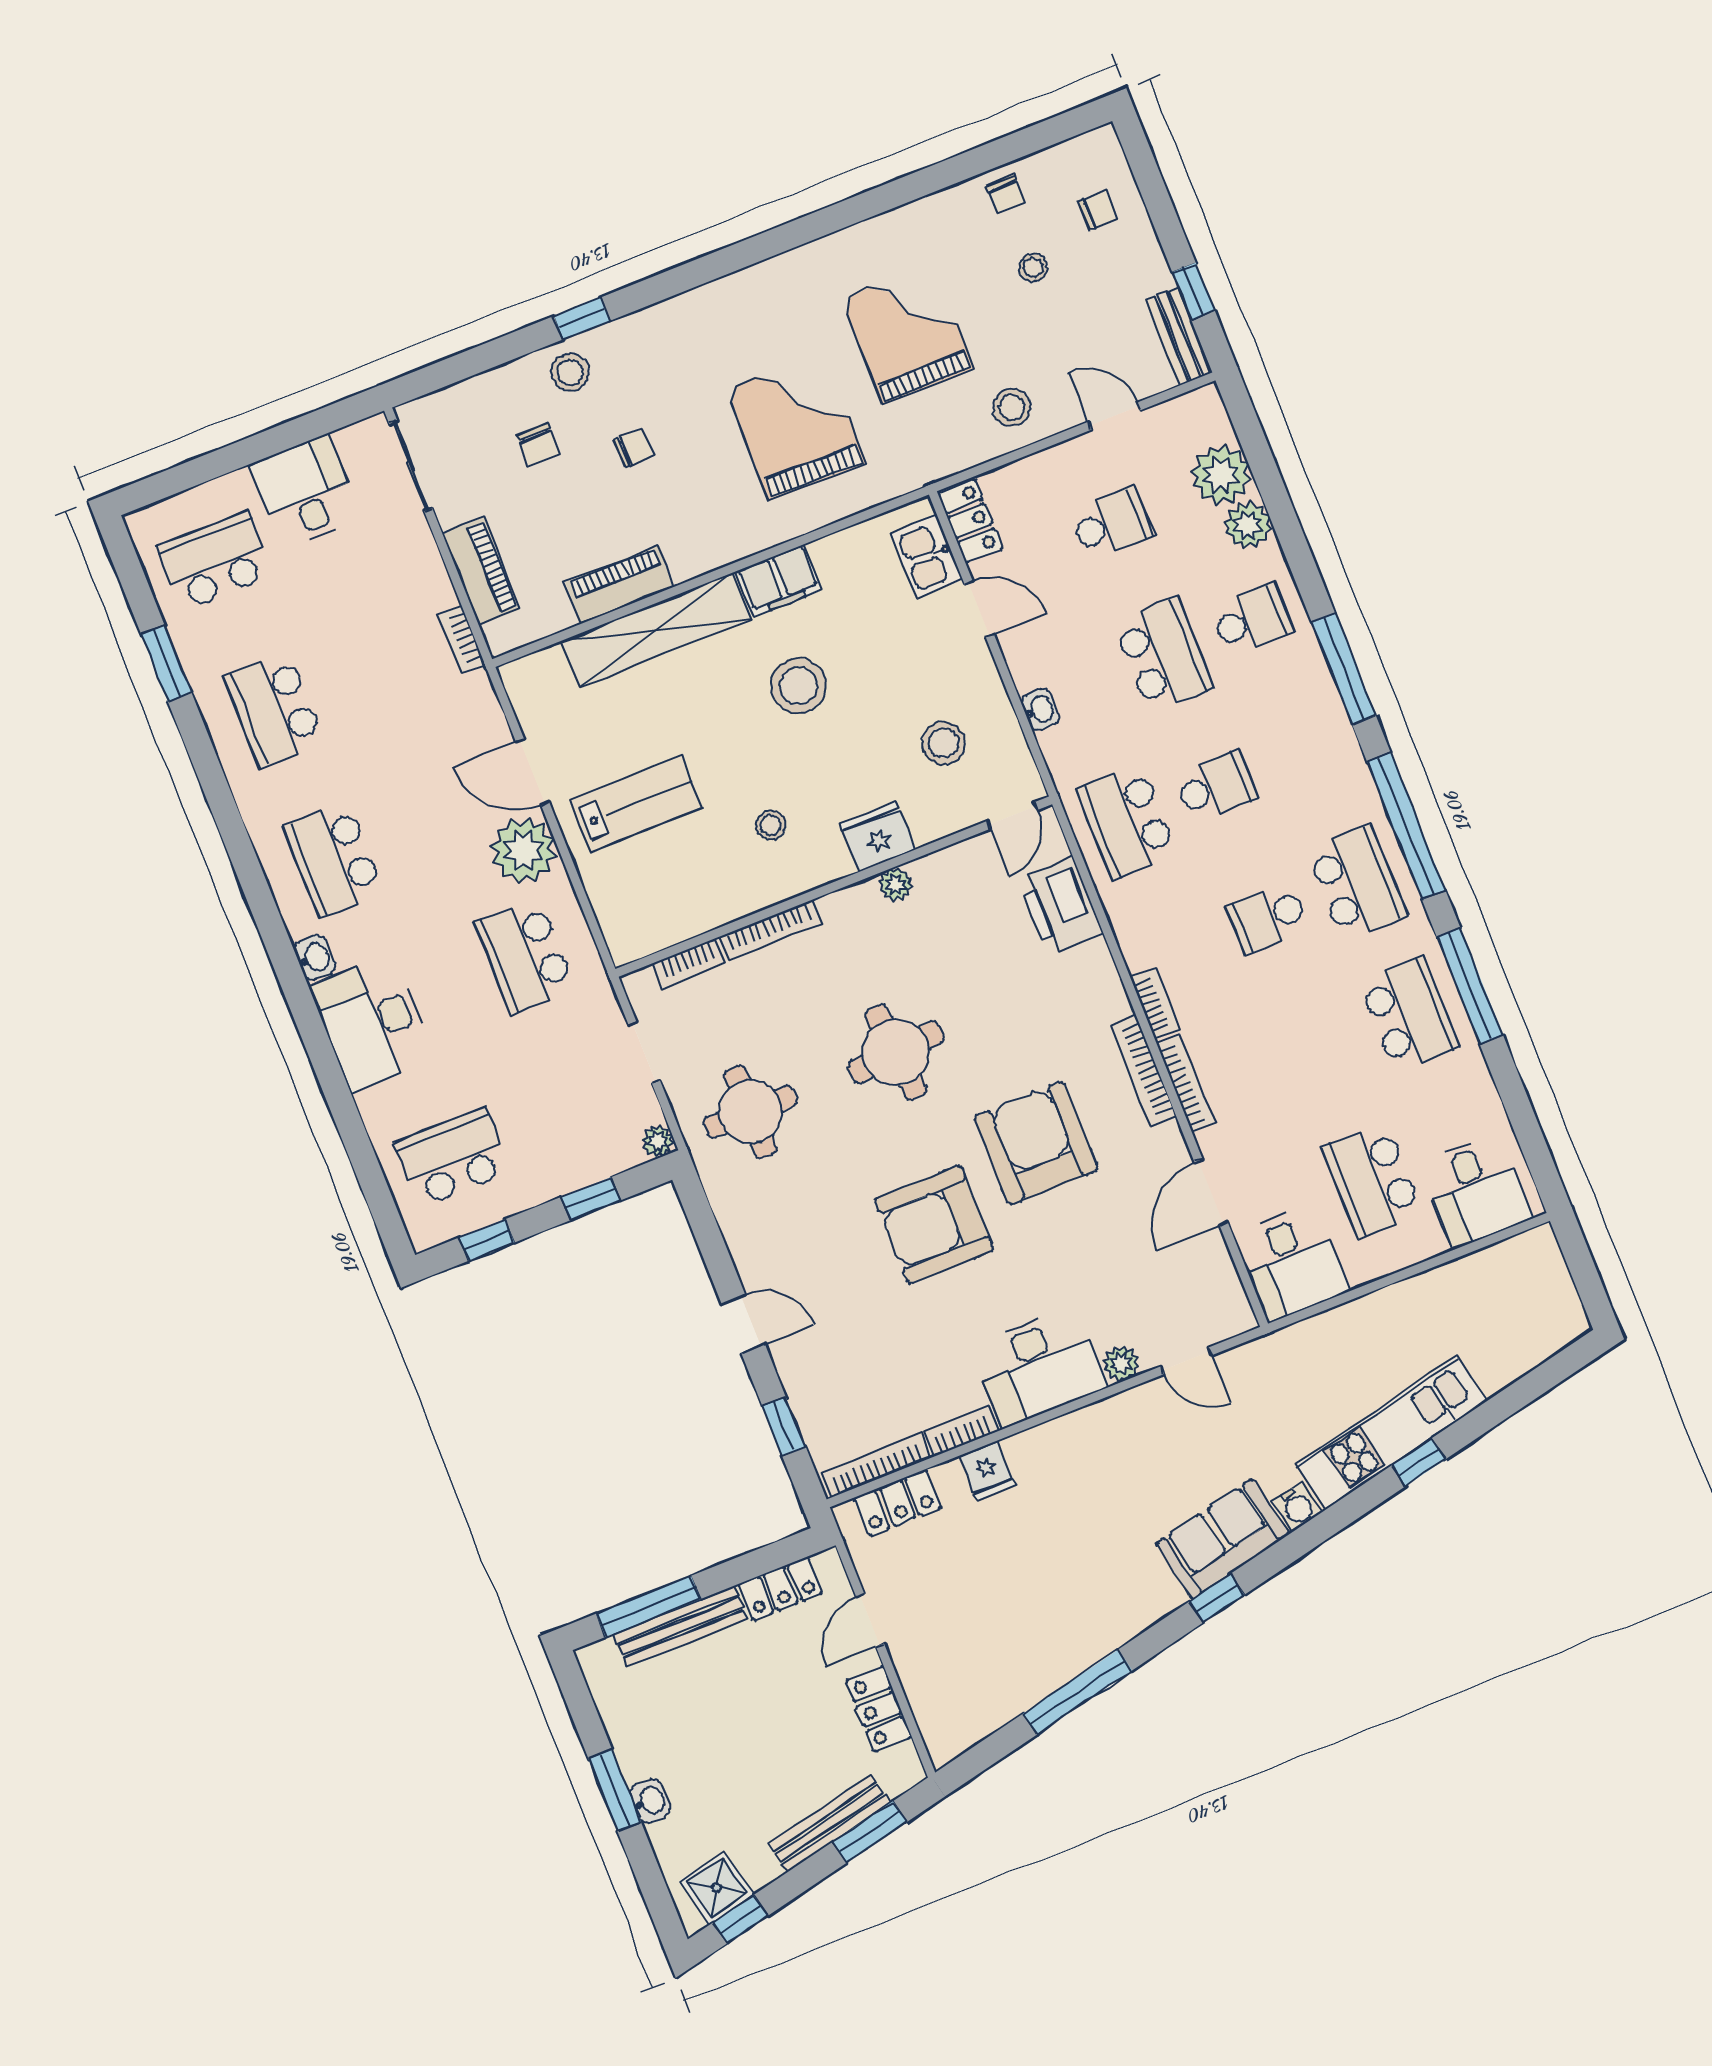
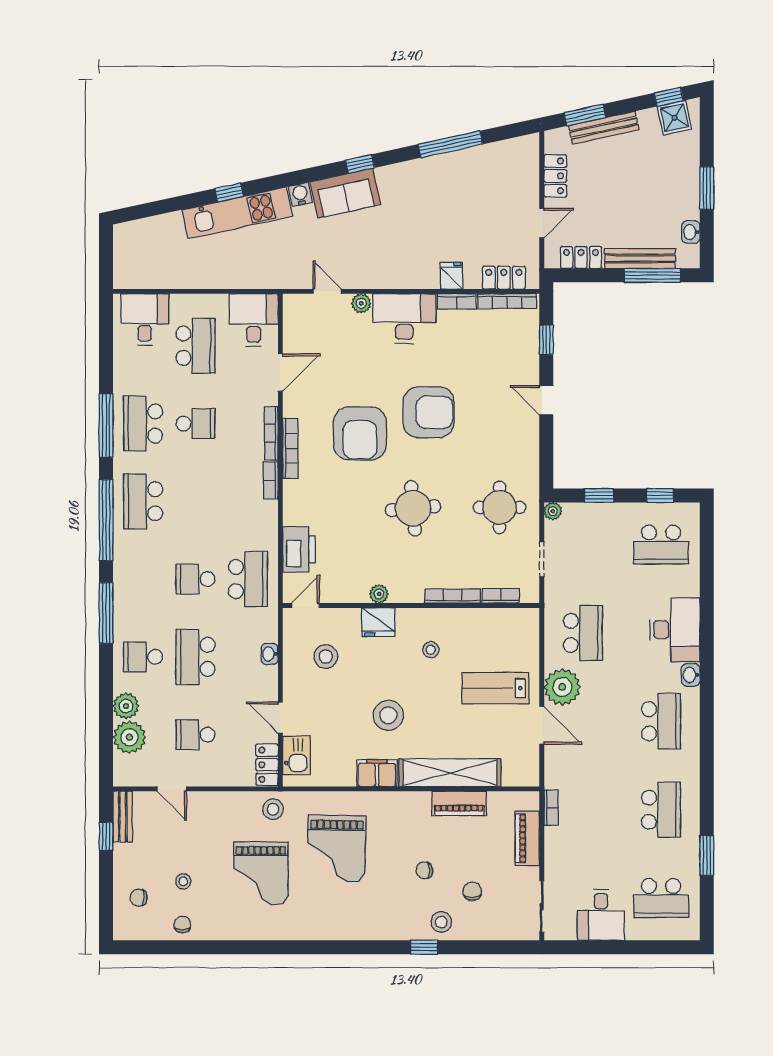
stool: (1012, 408) -> (273, 809), moved
school desk: (1268, 918) -> (196, 424), moved
washbasin: (650, 1801) -> (691, 232), moved

